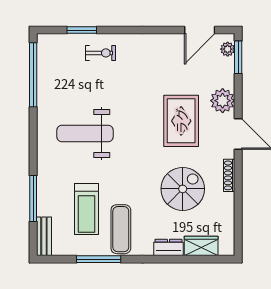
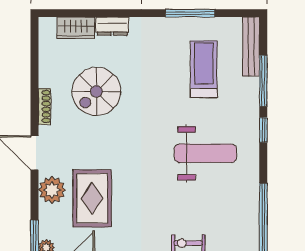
rug: (181, 121) -> (92, 198), moved
window: (33, 154) -> (263, 130), added
exercise mat: (121, 229) -> (165, 47), removed
bench: (44, 236) -> (251, 47), width x1.36

